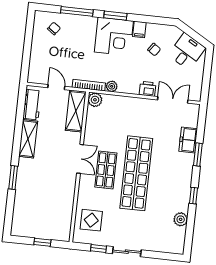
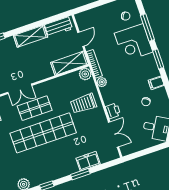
corner desk: (114, 36) -> (134, 43), moved
trolley: (125, 116) -> (83, 104), added
double door: (80, 159) -> (20, 89), moved

